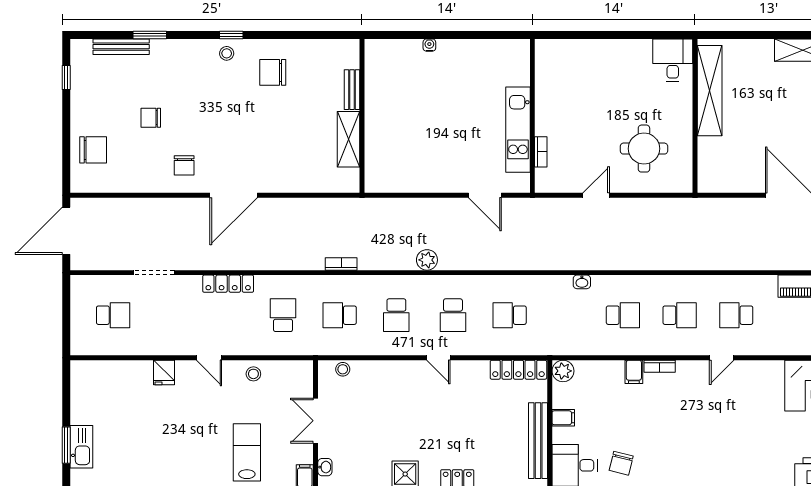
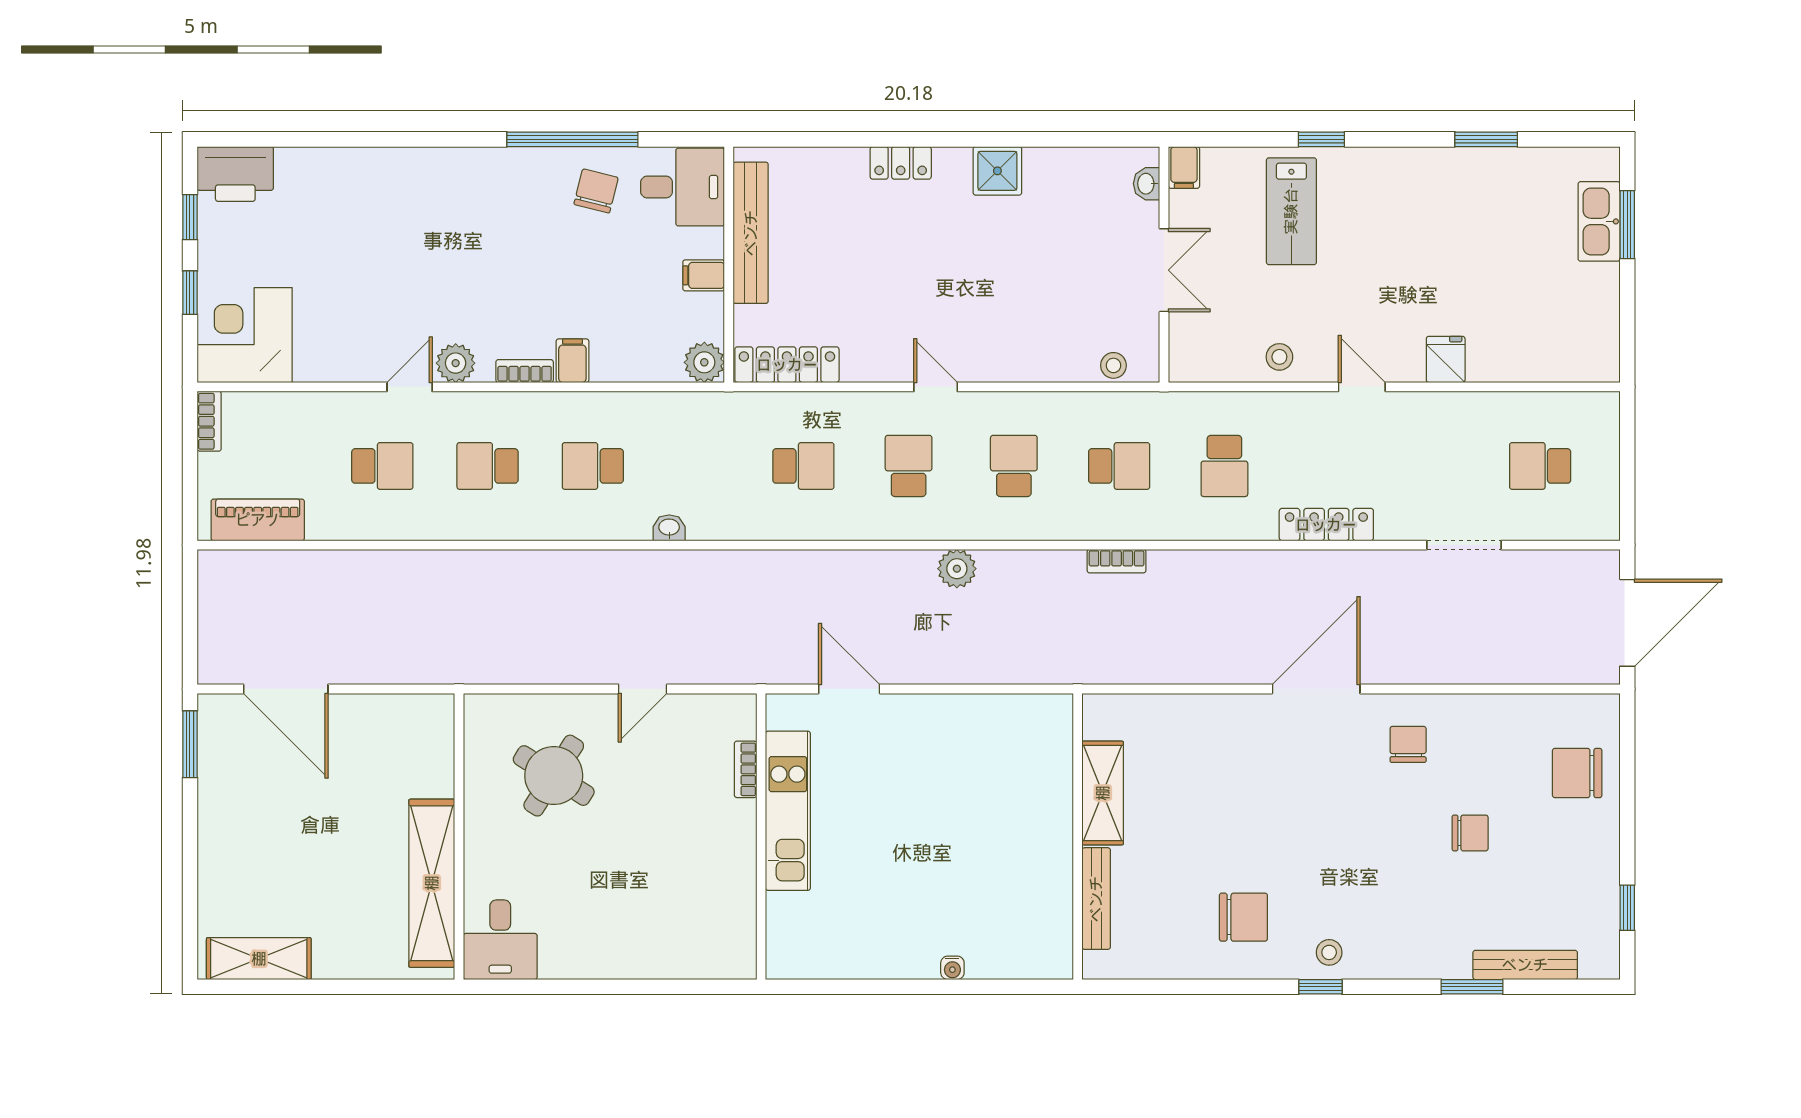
bench: (352, 90) -> (1096, 899), width x1.36
round table: (644, 149) -> (554, 776), turned 32
plant: (697, 371) -> (456, 363), added

